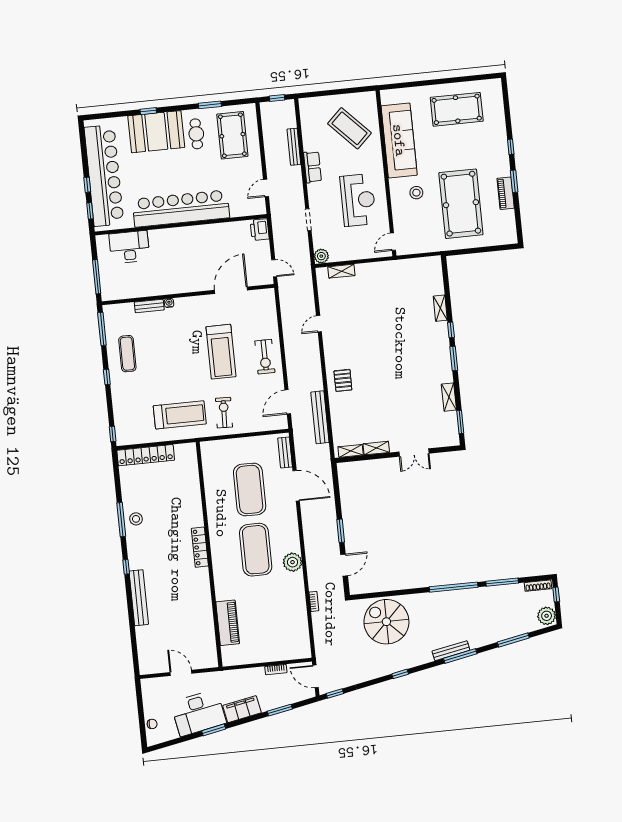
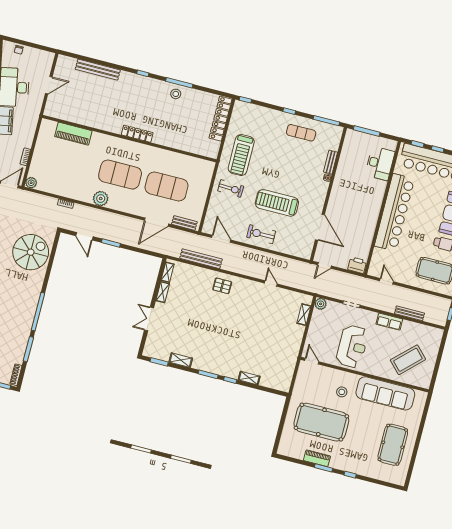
reception desk: (358, 200) -> (352, 346), turned -90
bench: (139, 598) -> (98, 70), moved
plant: (304, 651) -> (31, 183), added

